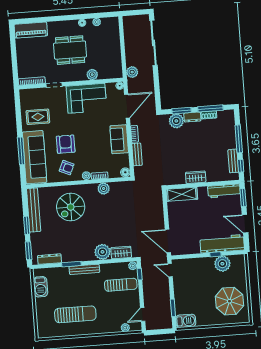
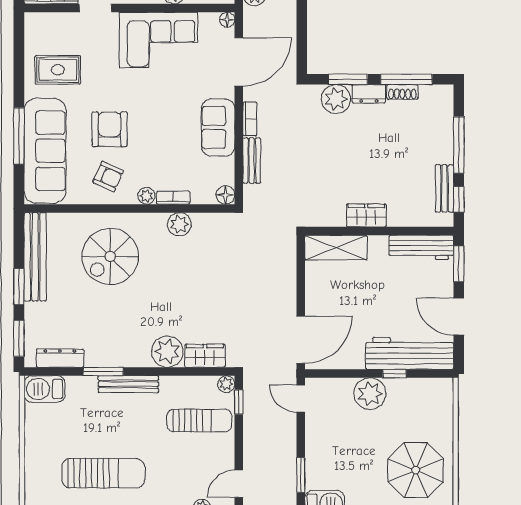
door: (168, 241) -> (301, 340), swing flipped
plant: (222, 264) -> (370, 394), moved
barbecue: (40, 287) -> (45, 389), moved, turned 90

